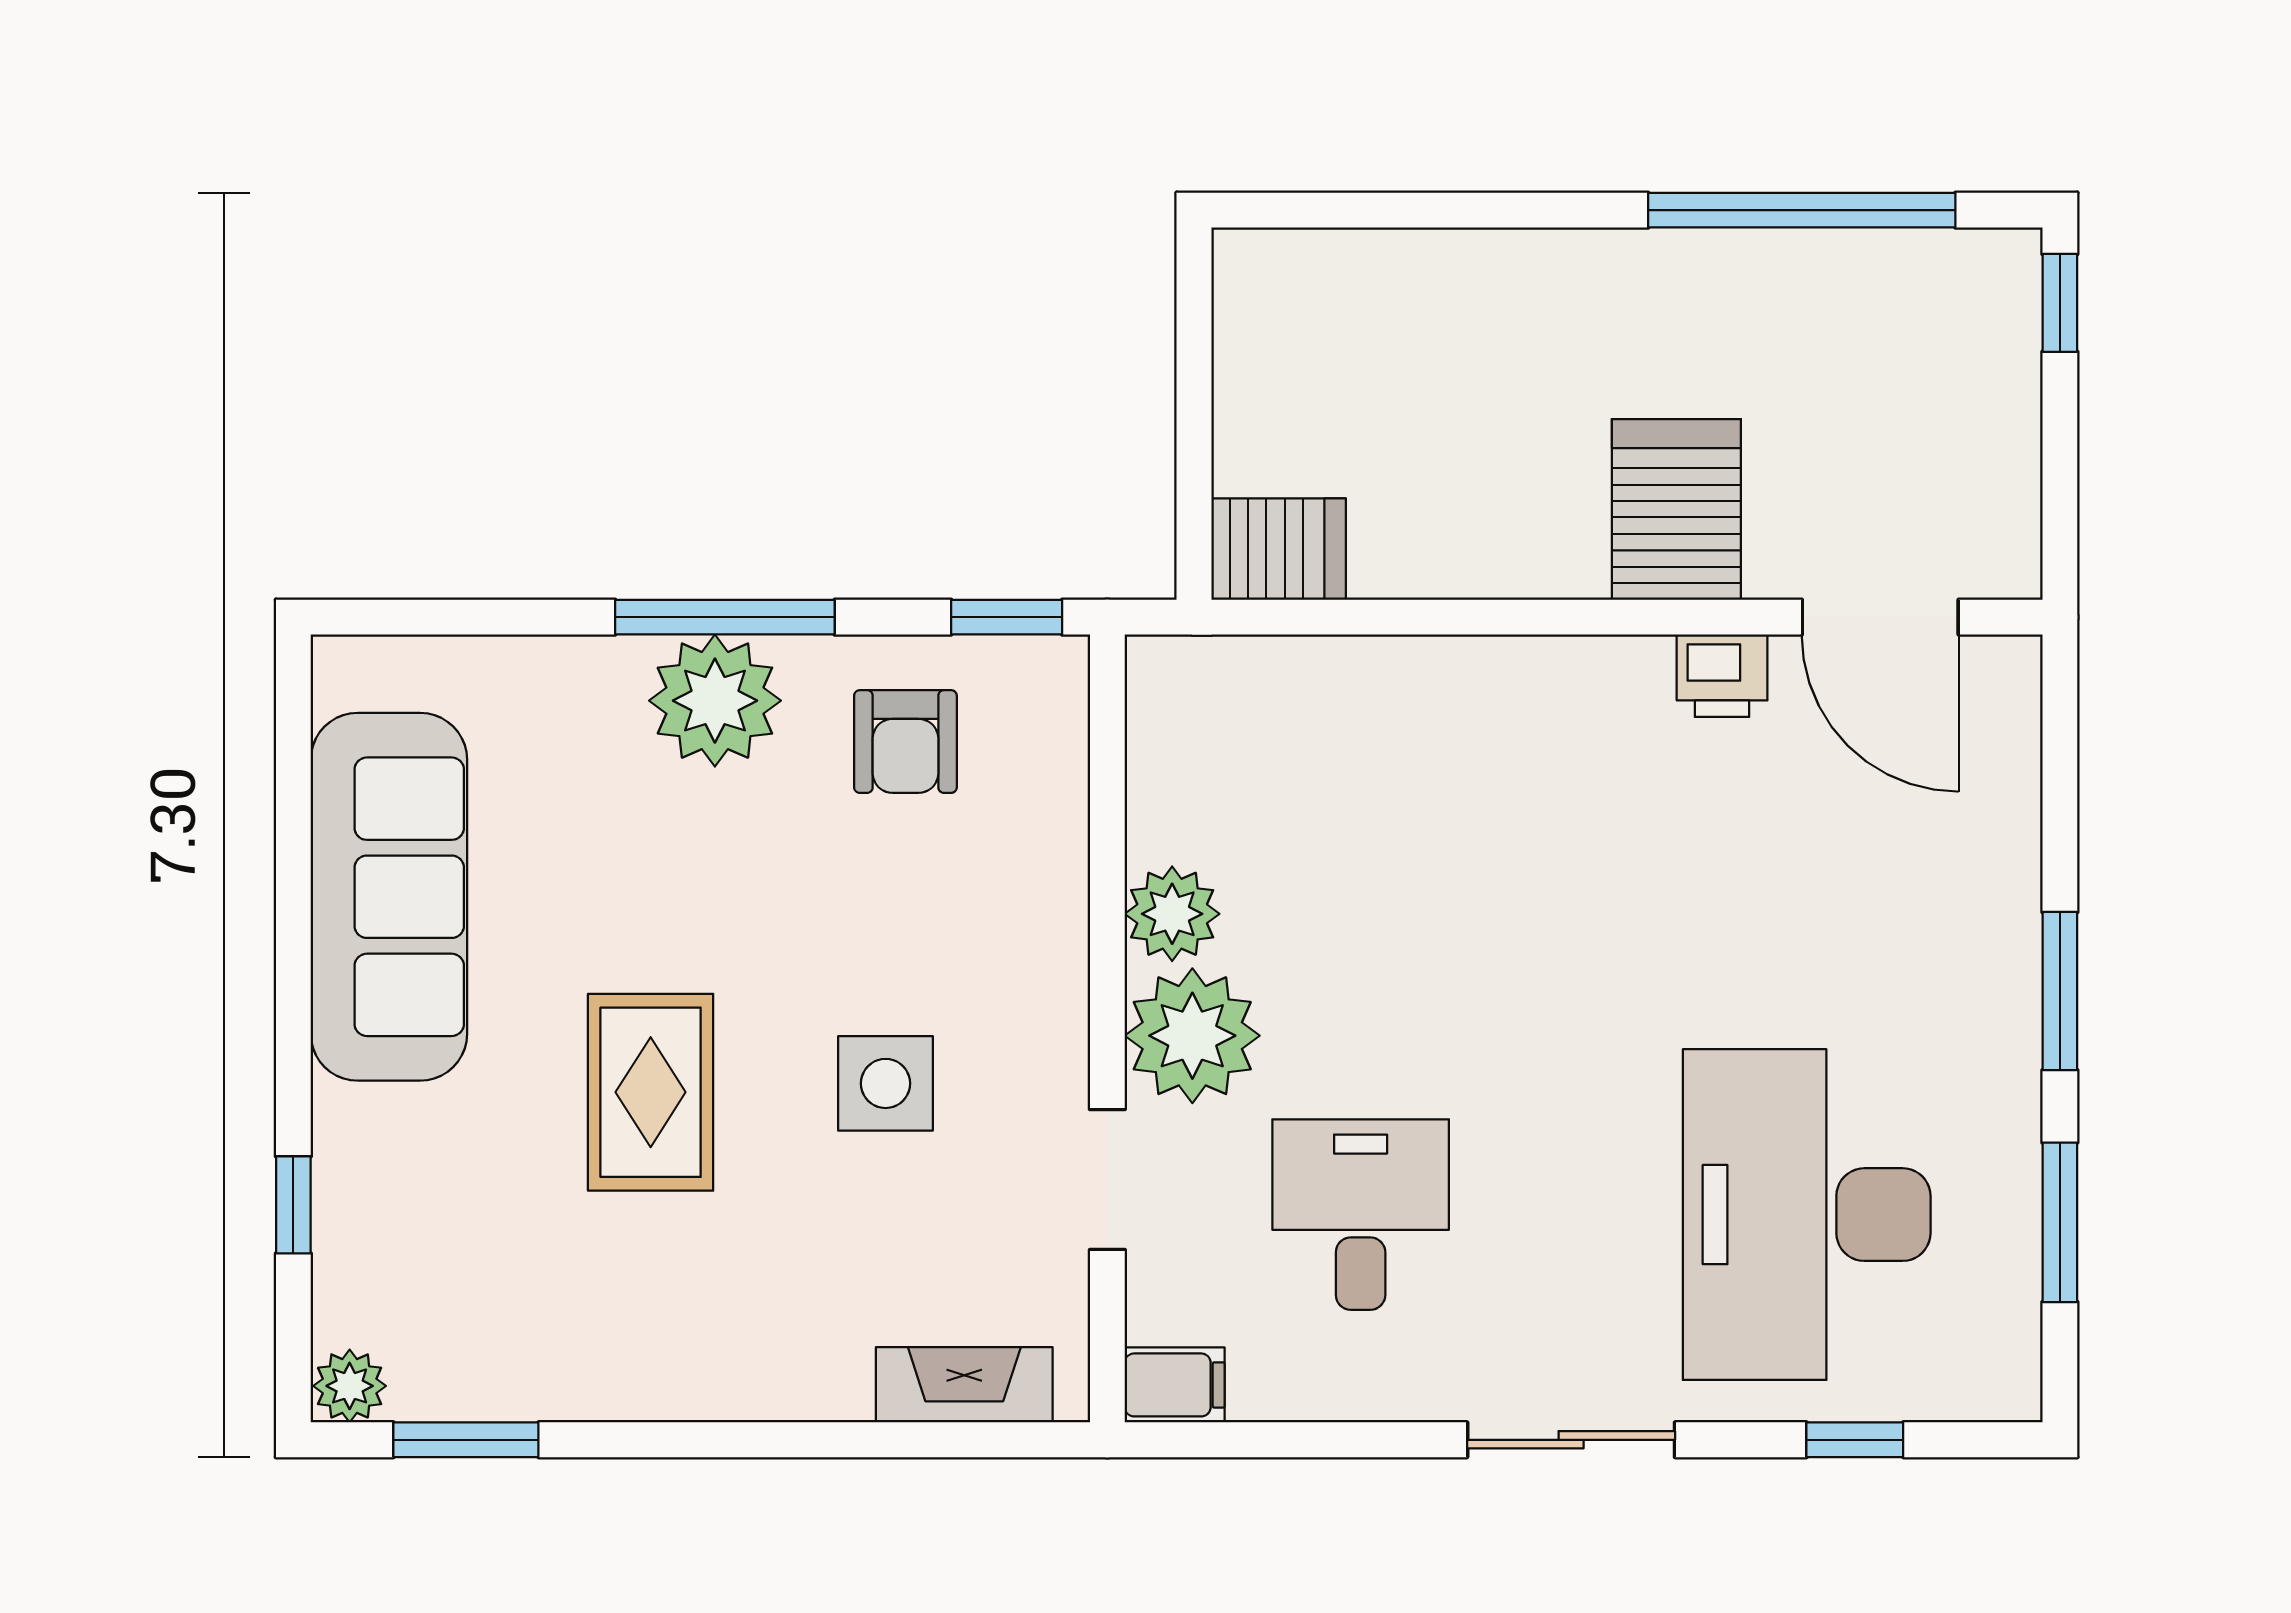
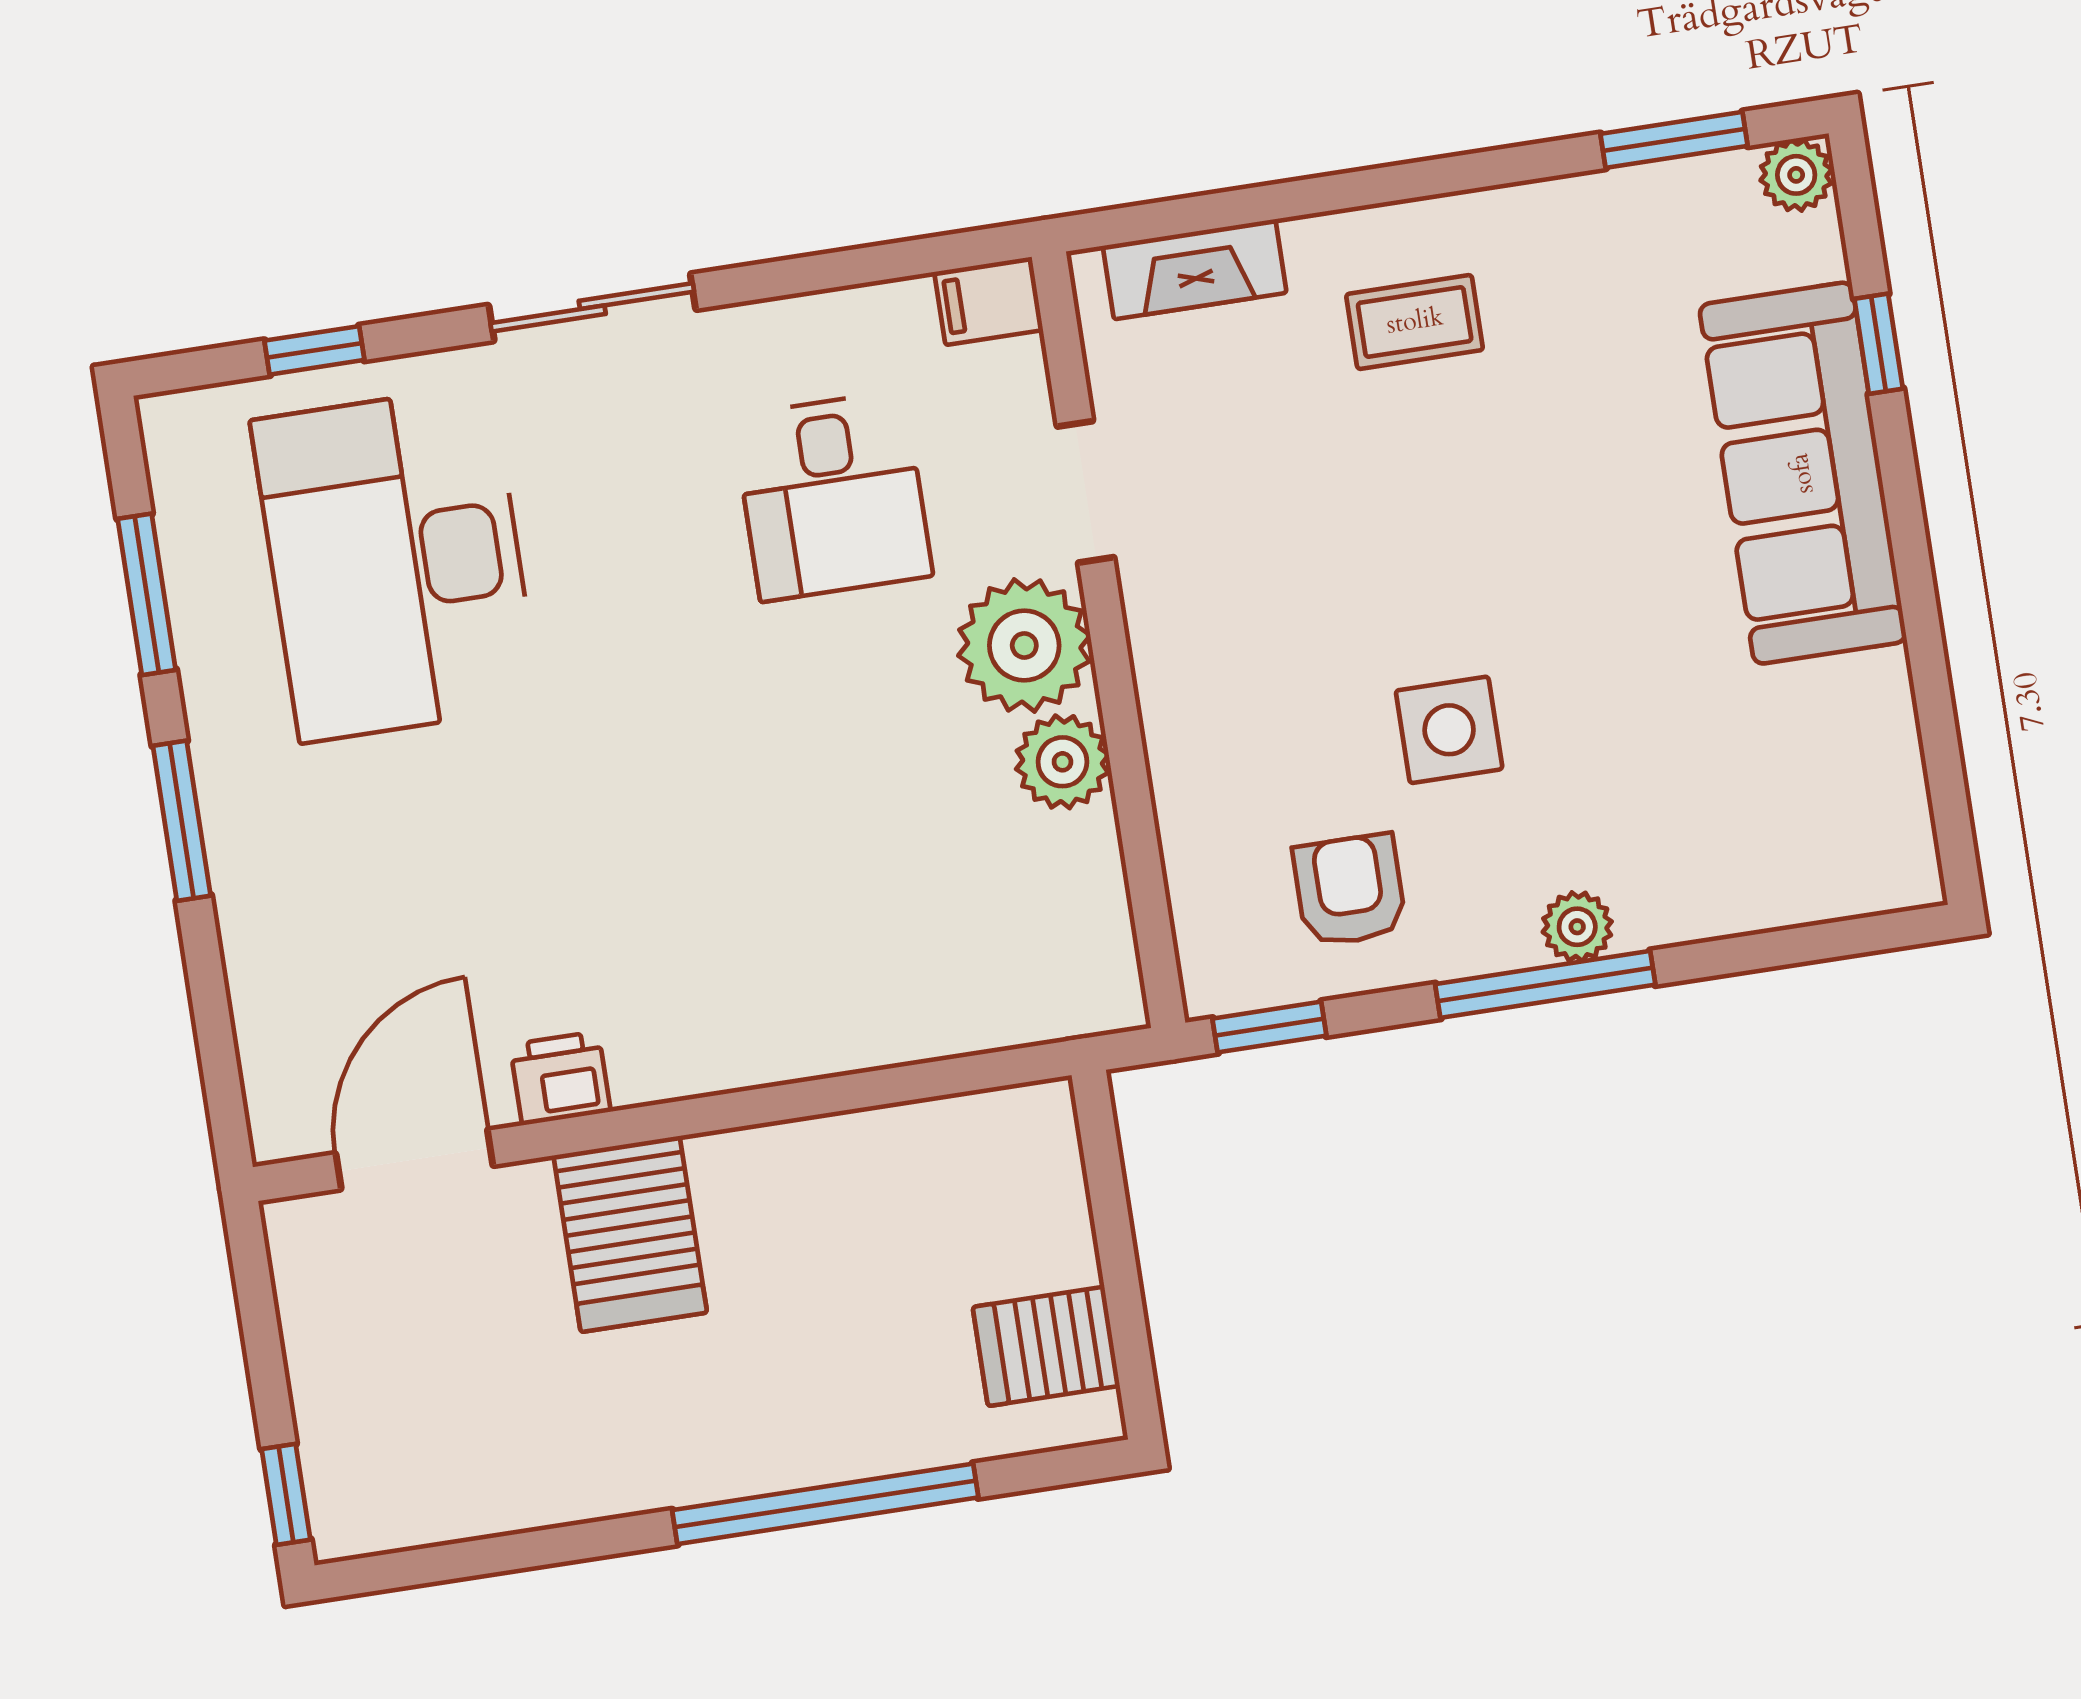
window: (1802, 210) -> (825, 1504), moved
server rack: (1279, 549) -> (1046, 1346), moved
door: (1880, 617) -> (414, 1159), hinge flipped
plant: (715, 701) -> (1577, 927), width x0.53, depth x0.53
sofa: (389, 897) -> (1803, 473), moved
side table: (886, 1083) -> (1449, 730), moved
rug: (651, 1092) -> (1546, 508), removed
desk: (1807, 1215) -> (396, 564), turned 180
coffee table: (753, 1298) -> (1415, 322), added

